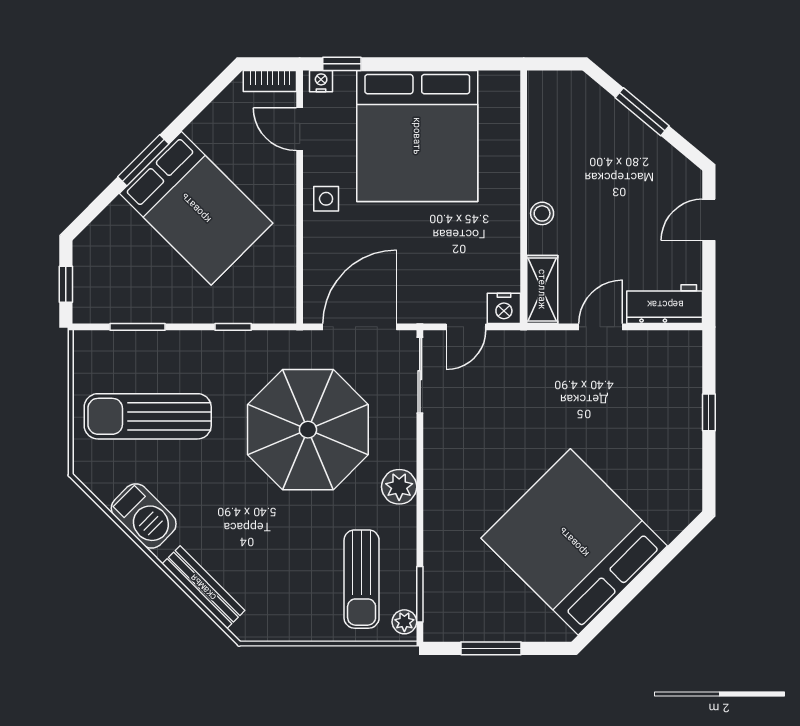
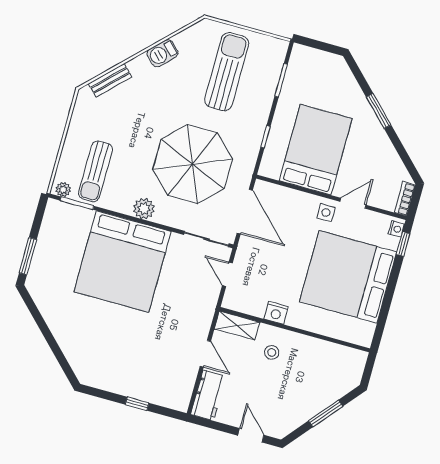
door: (300, 129) -> (353, 203), moved
bed: (196, 208) -> (316, 150), moved, turned 135
stool: (542, 213) -> (272, 352), moved
window: (66, 284) -> (318, 45), removed
nightstand: (504, 308) -> (276, 313), moved, turned -90
barbecue: (144, 516) -> (162, 53), width x0.73, depth x0.79
bed: (574, 542) -> (123, 262), moved, turned 135
sun lounger: (362, 579) -> (95, 171), turned -90
bench: (203, 587) -> (110, 80), width x0.73
window: (491, 648) -> (28, 256), moved

